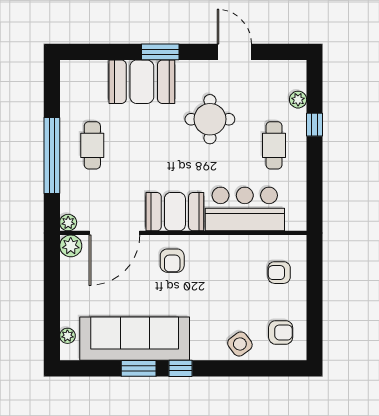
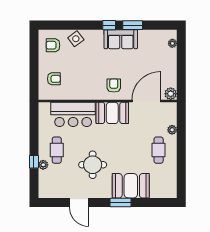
plant: (298, 100) -> (43, 165), moved
window: (52, 155) -> (181, 144), removed
plant: (68, 223) -> (172, 130), moved
sofa: (135, 339) -> (121, 39), width x0.54, depth x0.79

